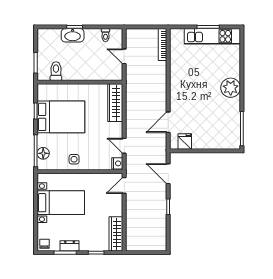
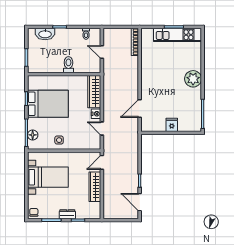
washbasin: (73, 35) -> (45, 34), moved
toilet: (56, 71) -> (68, 65), moved
fridge: (185, 142) -> (172, 125), moved
nightstand: (117, 163) -> (96, 114), moved
door: (168, 174) -> (140, 202), moved
wardrobe: (116, 234) -> (95, 187), moved
dresser: (70, 246) -> (67, 214), moved

